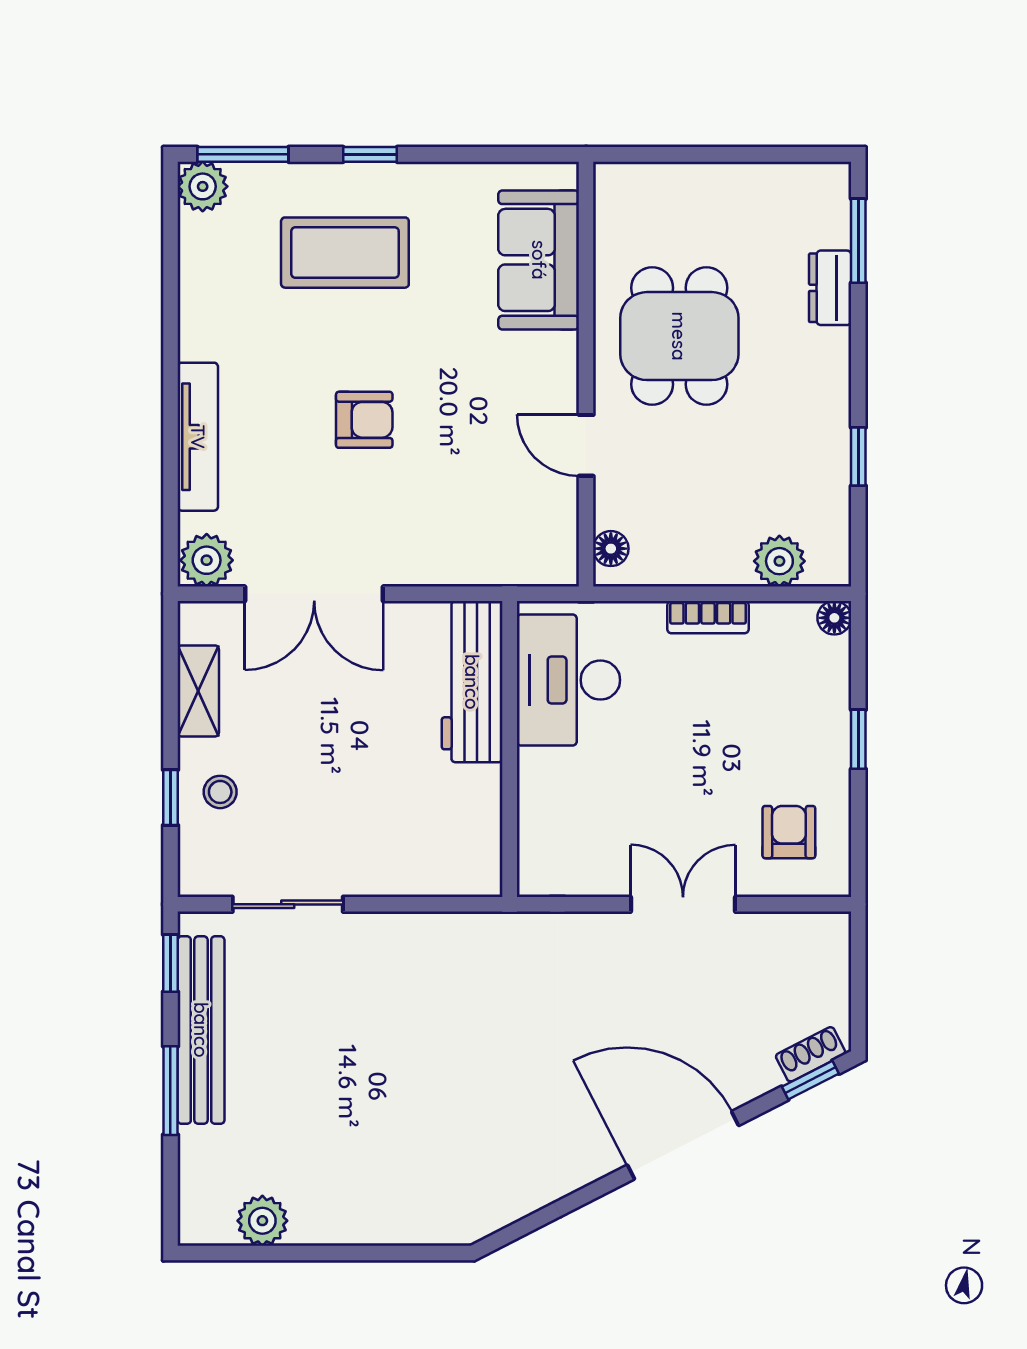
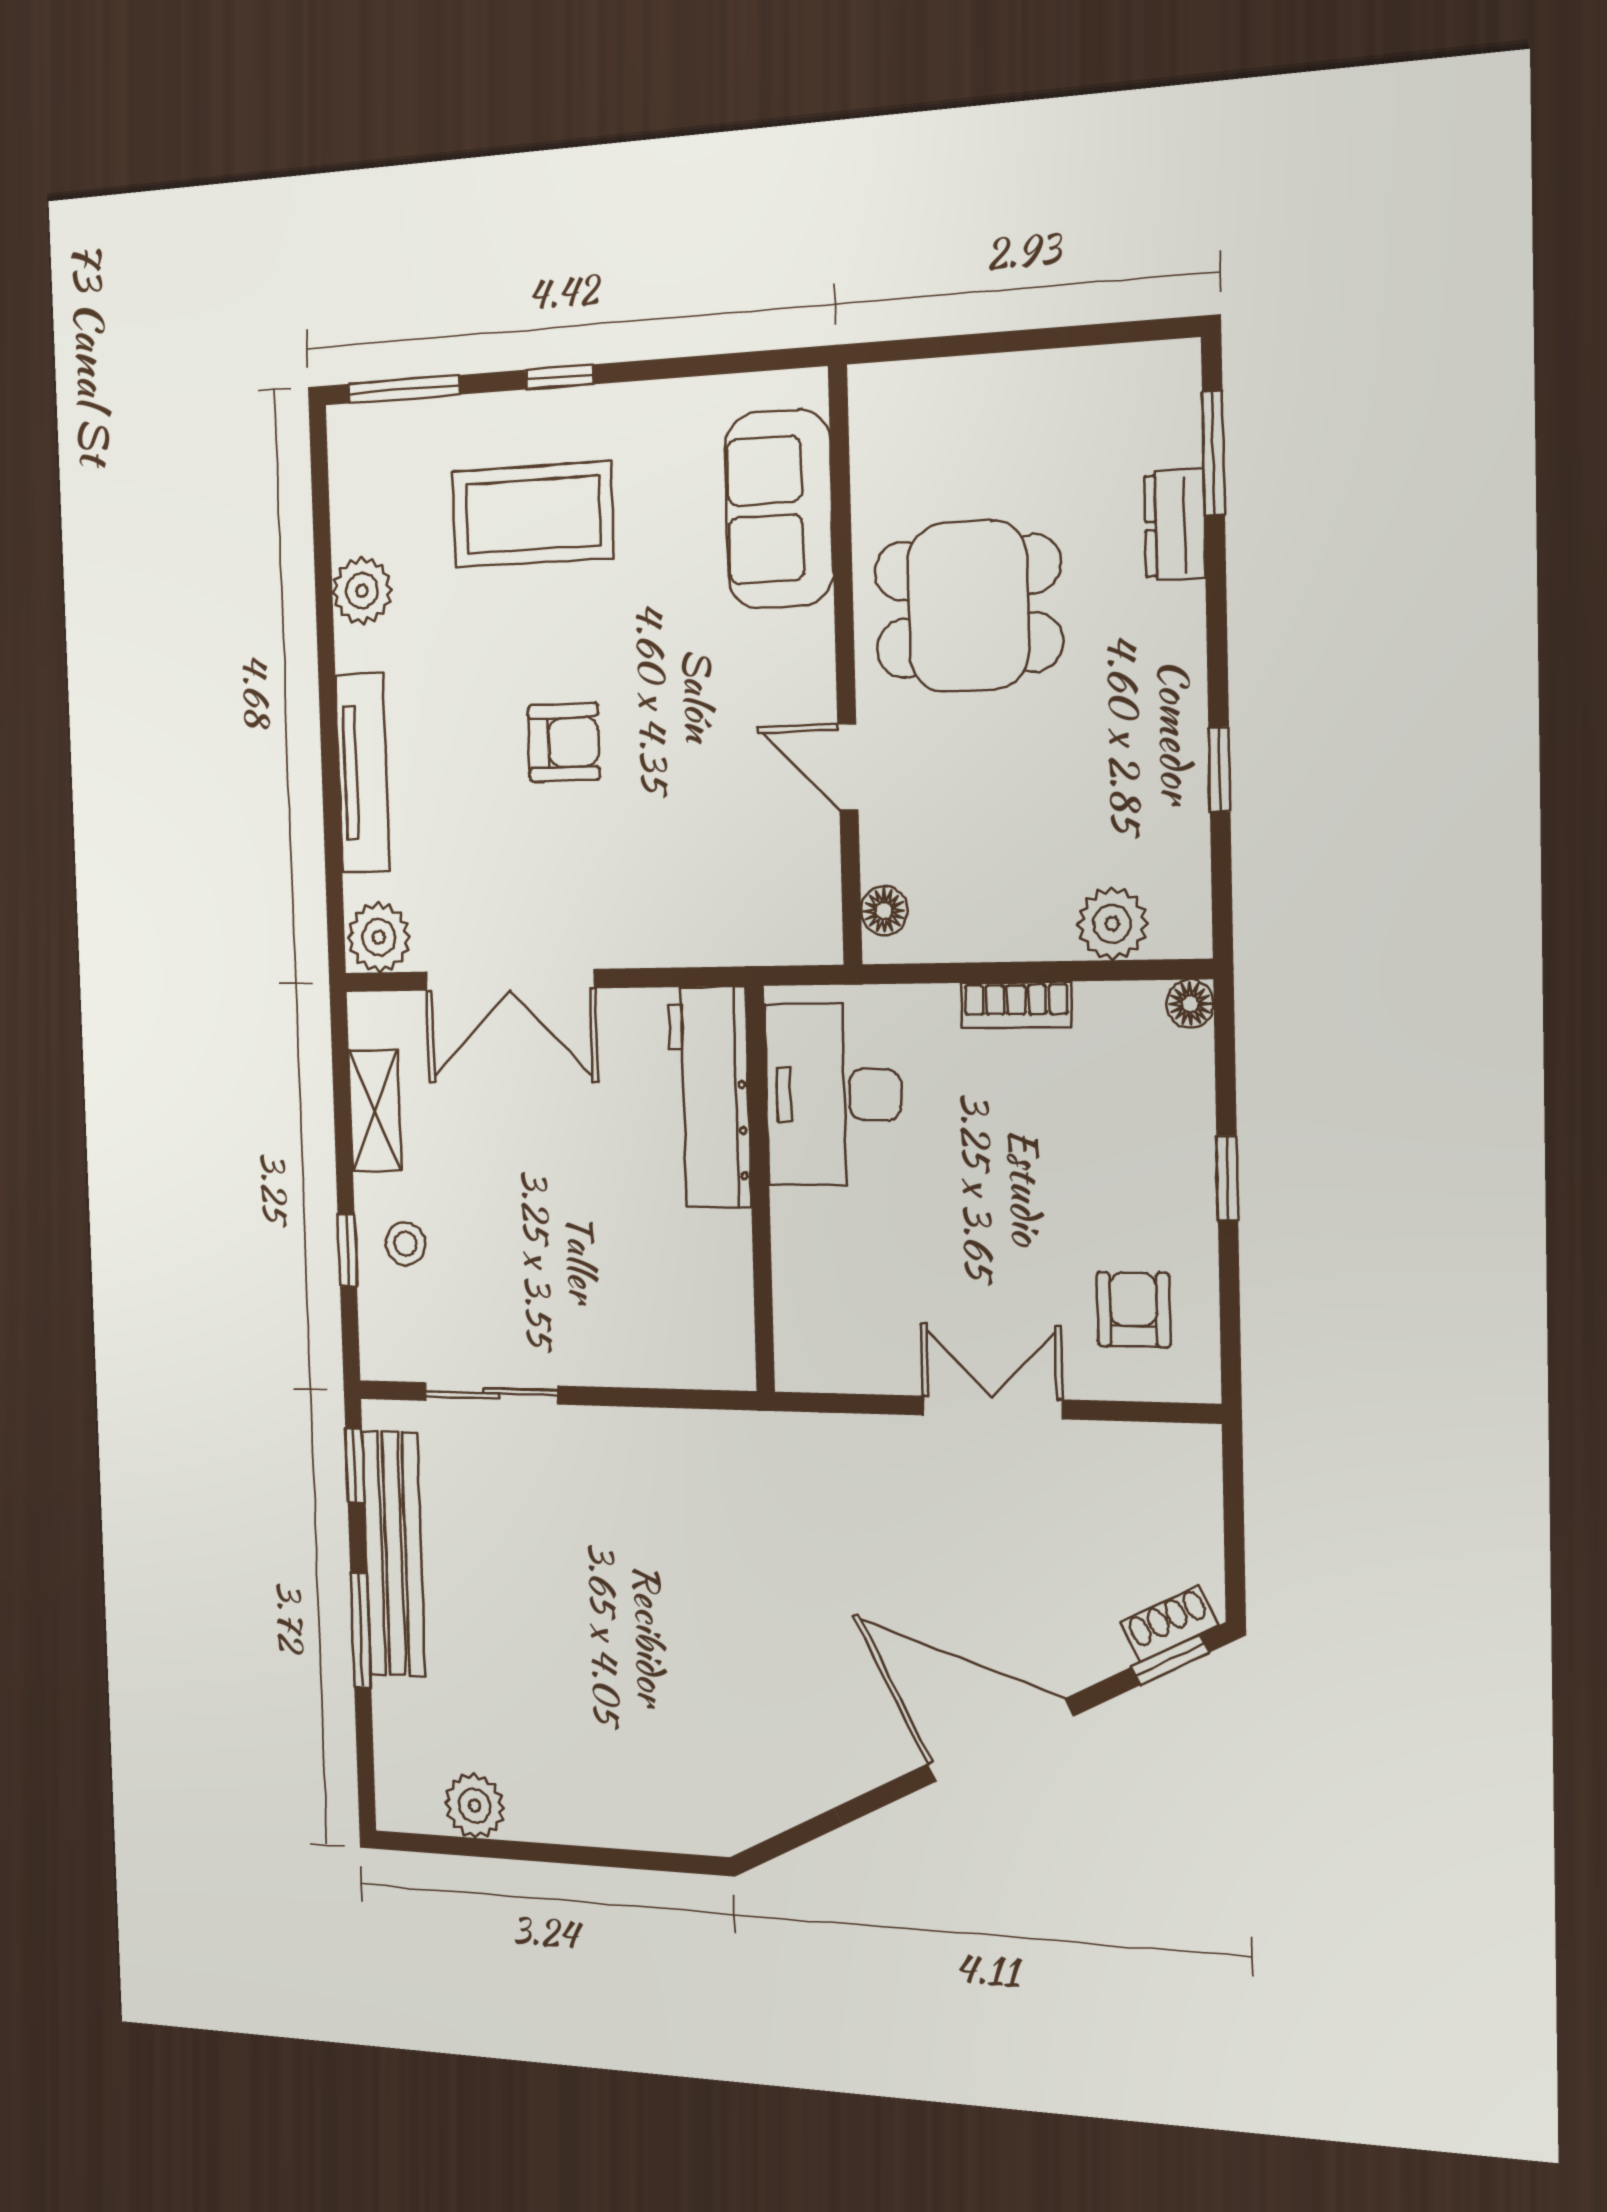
plant: (203, 186) -> (362, 591), moved
dining table: (679, 336) -> (968, 606), turned 90

